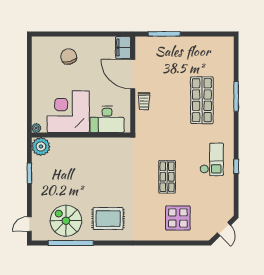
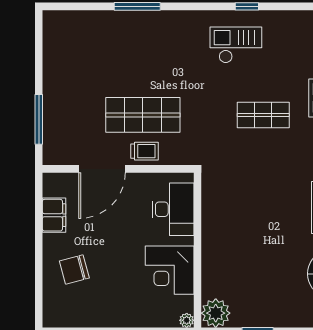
filing cabinet: (123, 48) -> (54, 215), moved, turned -90
shop shelf: (202, 100) -> (143, 115), moved
corner desk: (68, 112) -> (170, 270), width x0.74, depth x0.74

